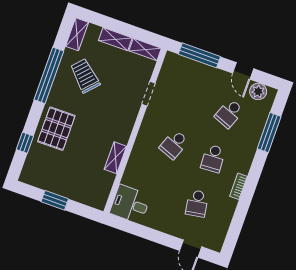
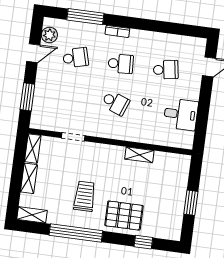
window: (199, 55) -> (27, 97), width x0.69
trolley: (85, 76) -> (85, 196), moved, turned 137
school desk: (229, 113) -> (76, 58), turned -36
bookcase: (238, 186) -> (117, 31), moved
desk: (130, 204) -> (181, 114), moved, turned -90

